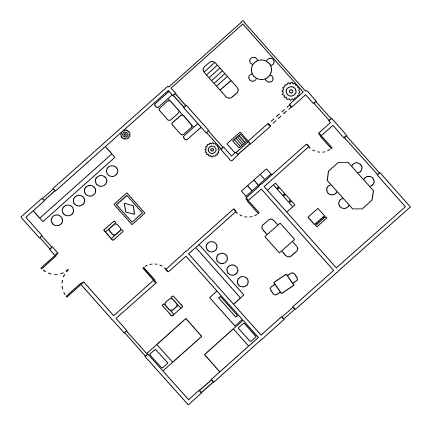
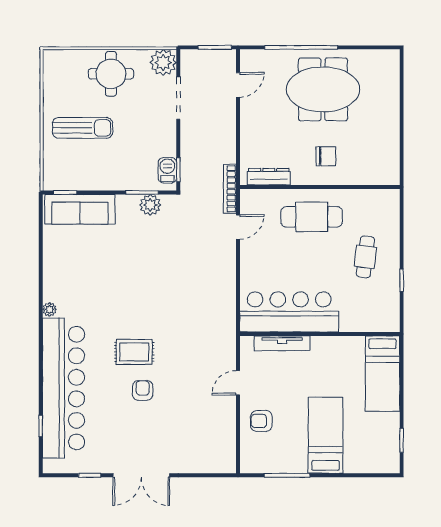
plant: (125, 135) -> (50, 309), moved
chair: (317, 218) -> (326, 156), turned 180
armchair: (172, 306) -> (261, 421), moved
tv unit: (226, 308) -> (282, 343), moved

